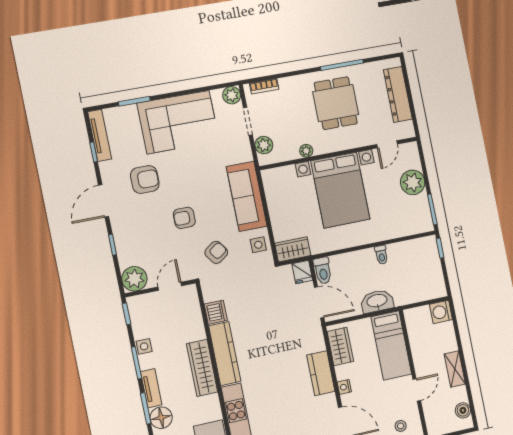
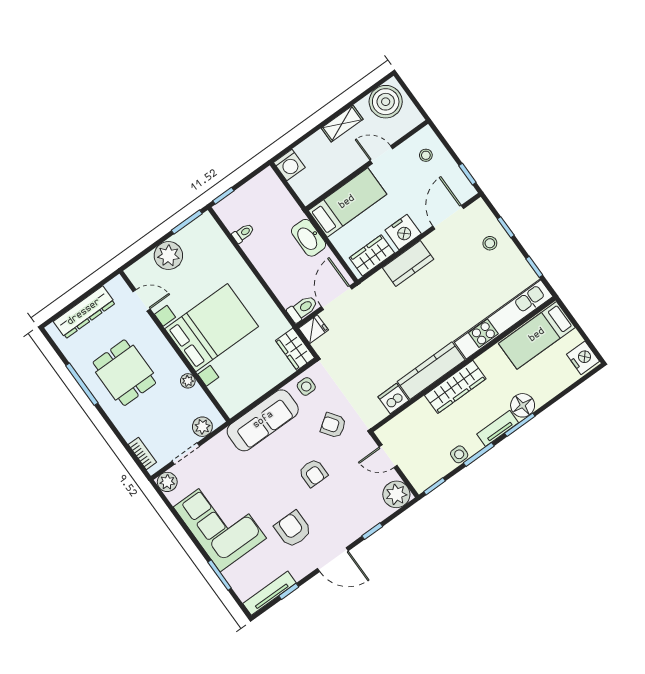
dining table: (336, 103) -> (124, 373), turned 90
toilet: (381, 255) -> (243, 233), moved
nightstand: (344, 387) -> (403, 232), width x1.89, depth x1.79
boiler: (463, 410) -> (386, 102), width x1.86, depth x1.86

